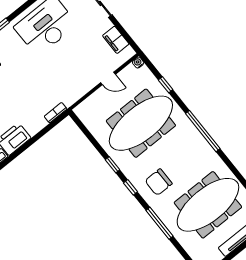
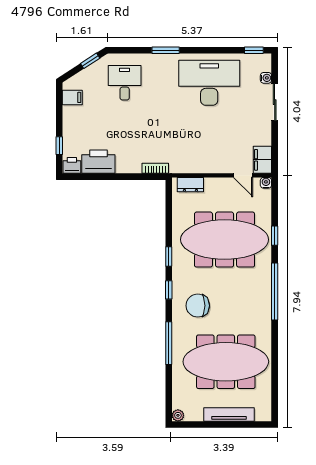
filing cabinet: (116, 40) -> (262, 160), moved
door: (108, 78) -> (243, 175), moved
window: (166, 85) -> (275, 236), moved
dresser: (88, 105) -> (190, 185), added

